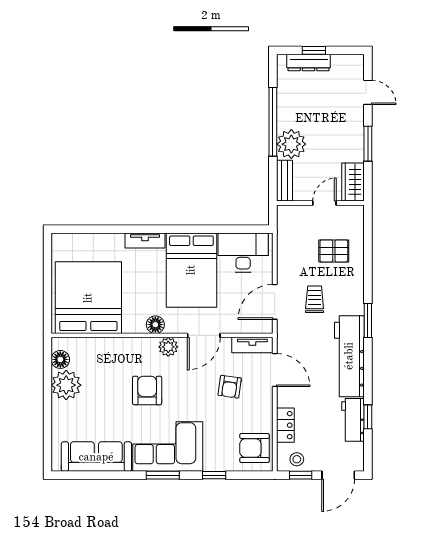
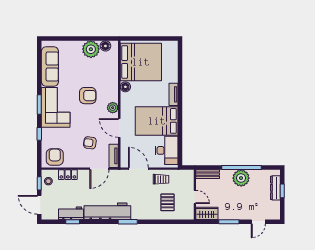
plant: (291, 144) -> (241, 178), moved
trolley: (315, 299) -> (161, 179), moved
floor lamp: (155, 325) -> (125, 87), moved

